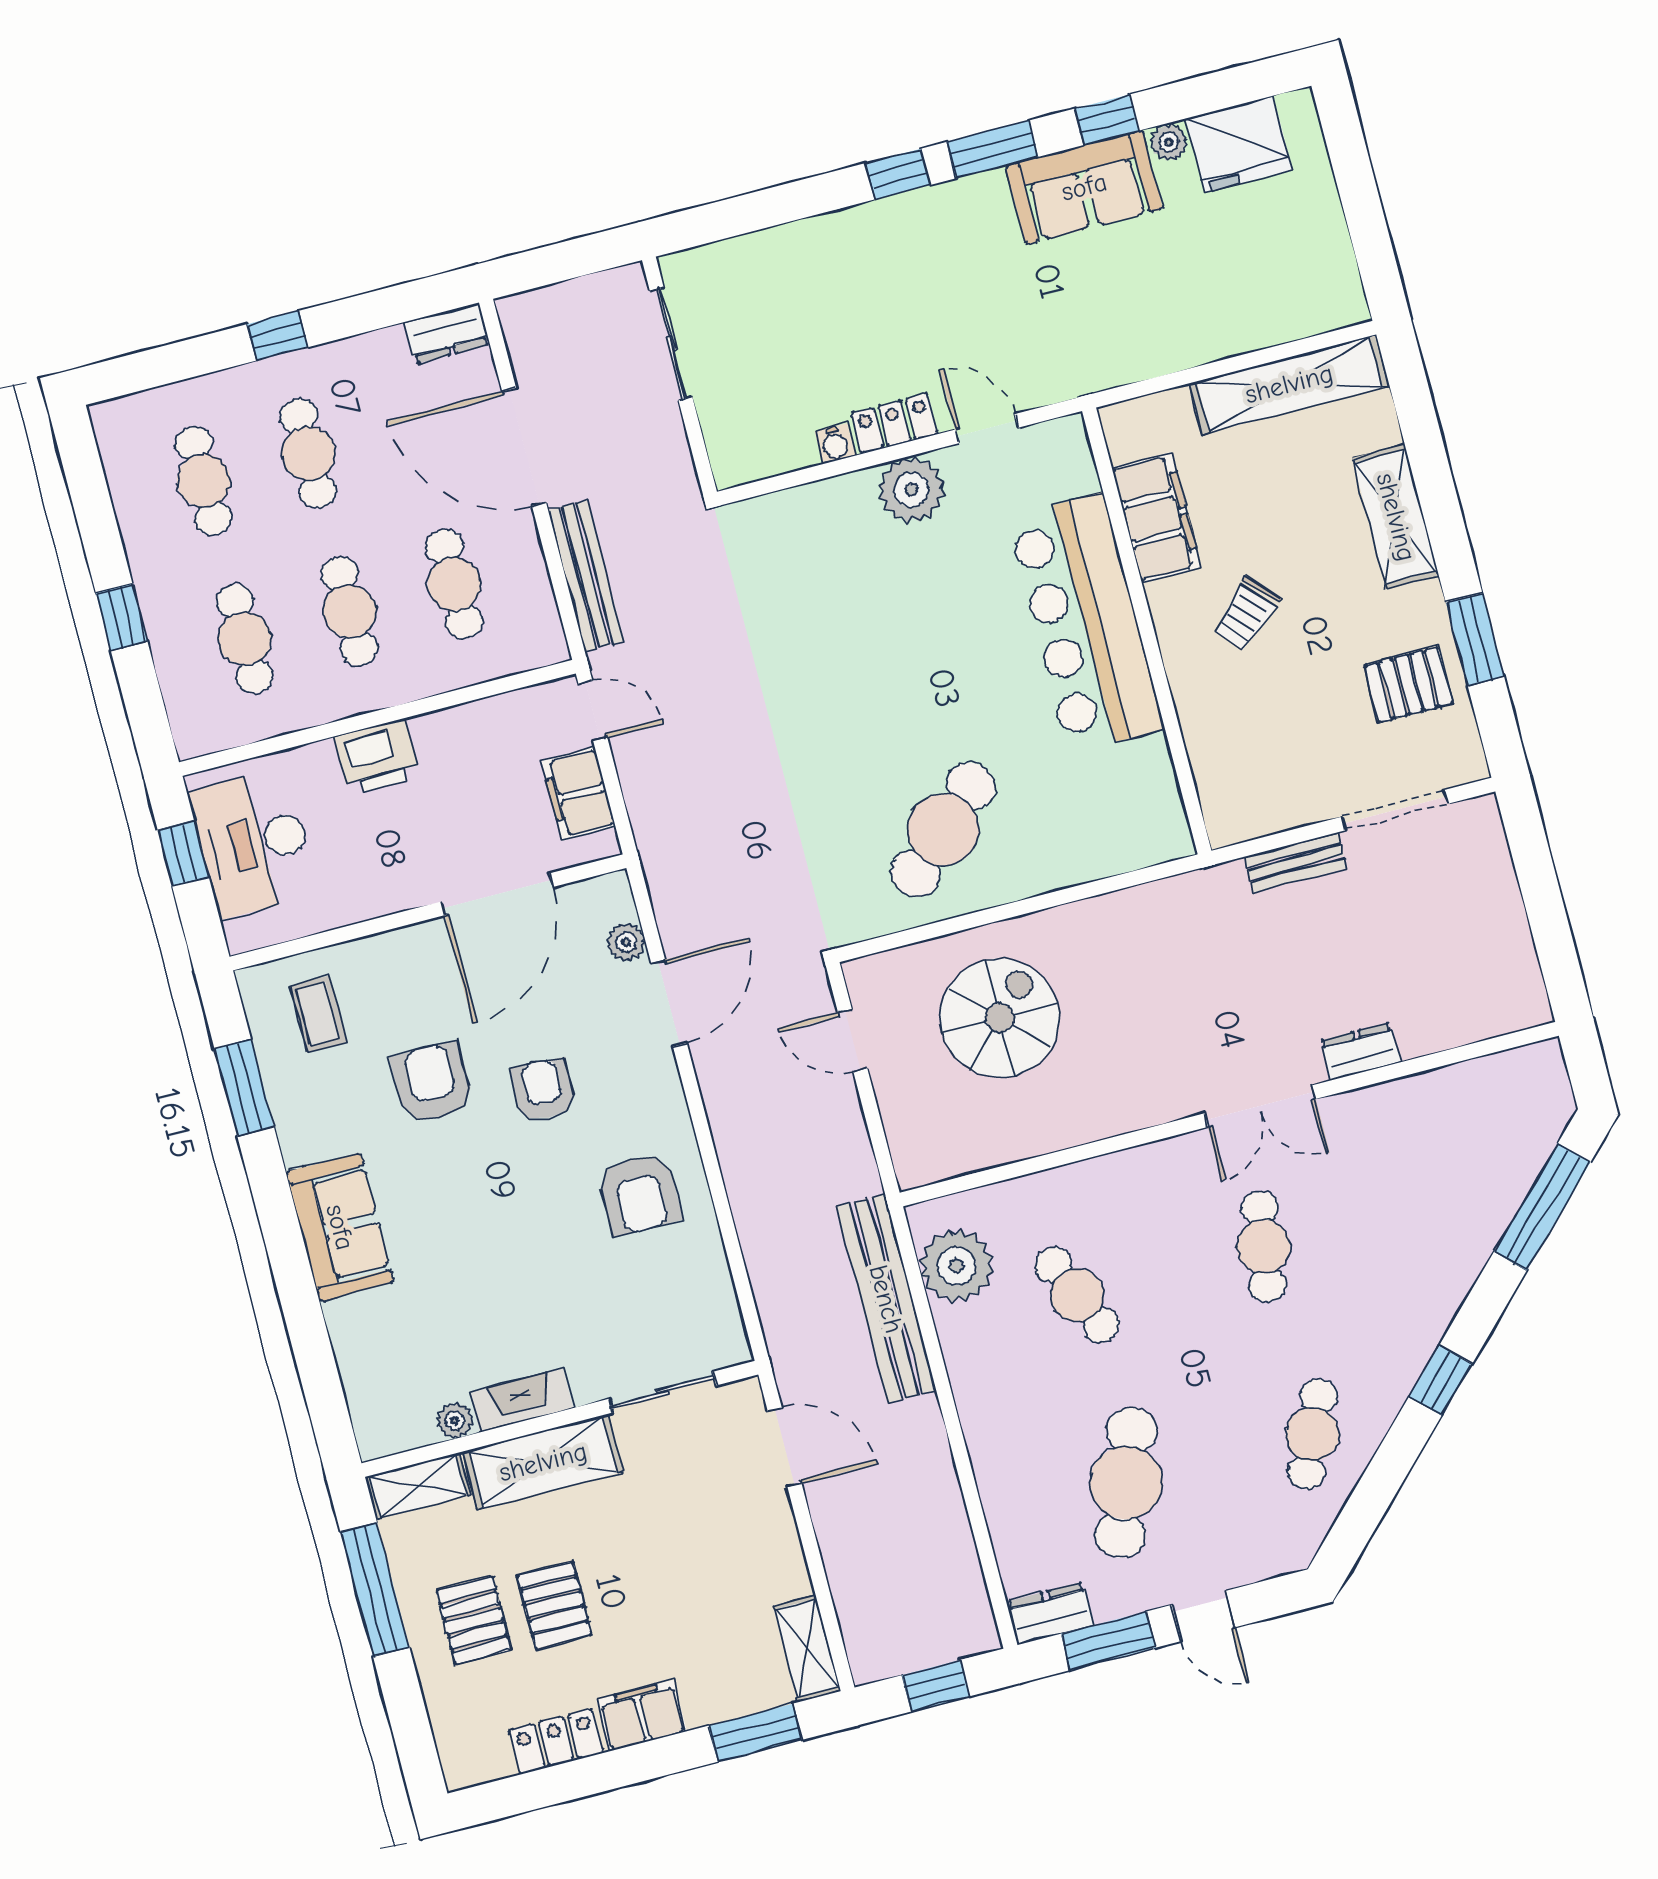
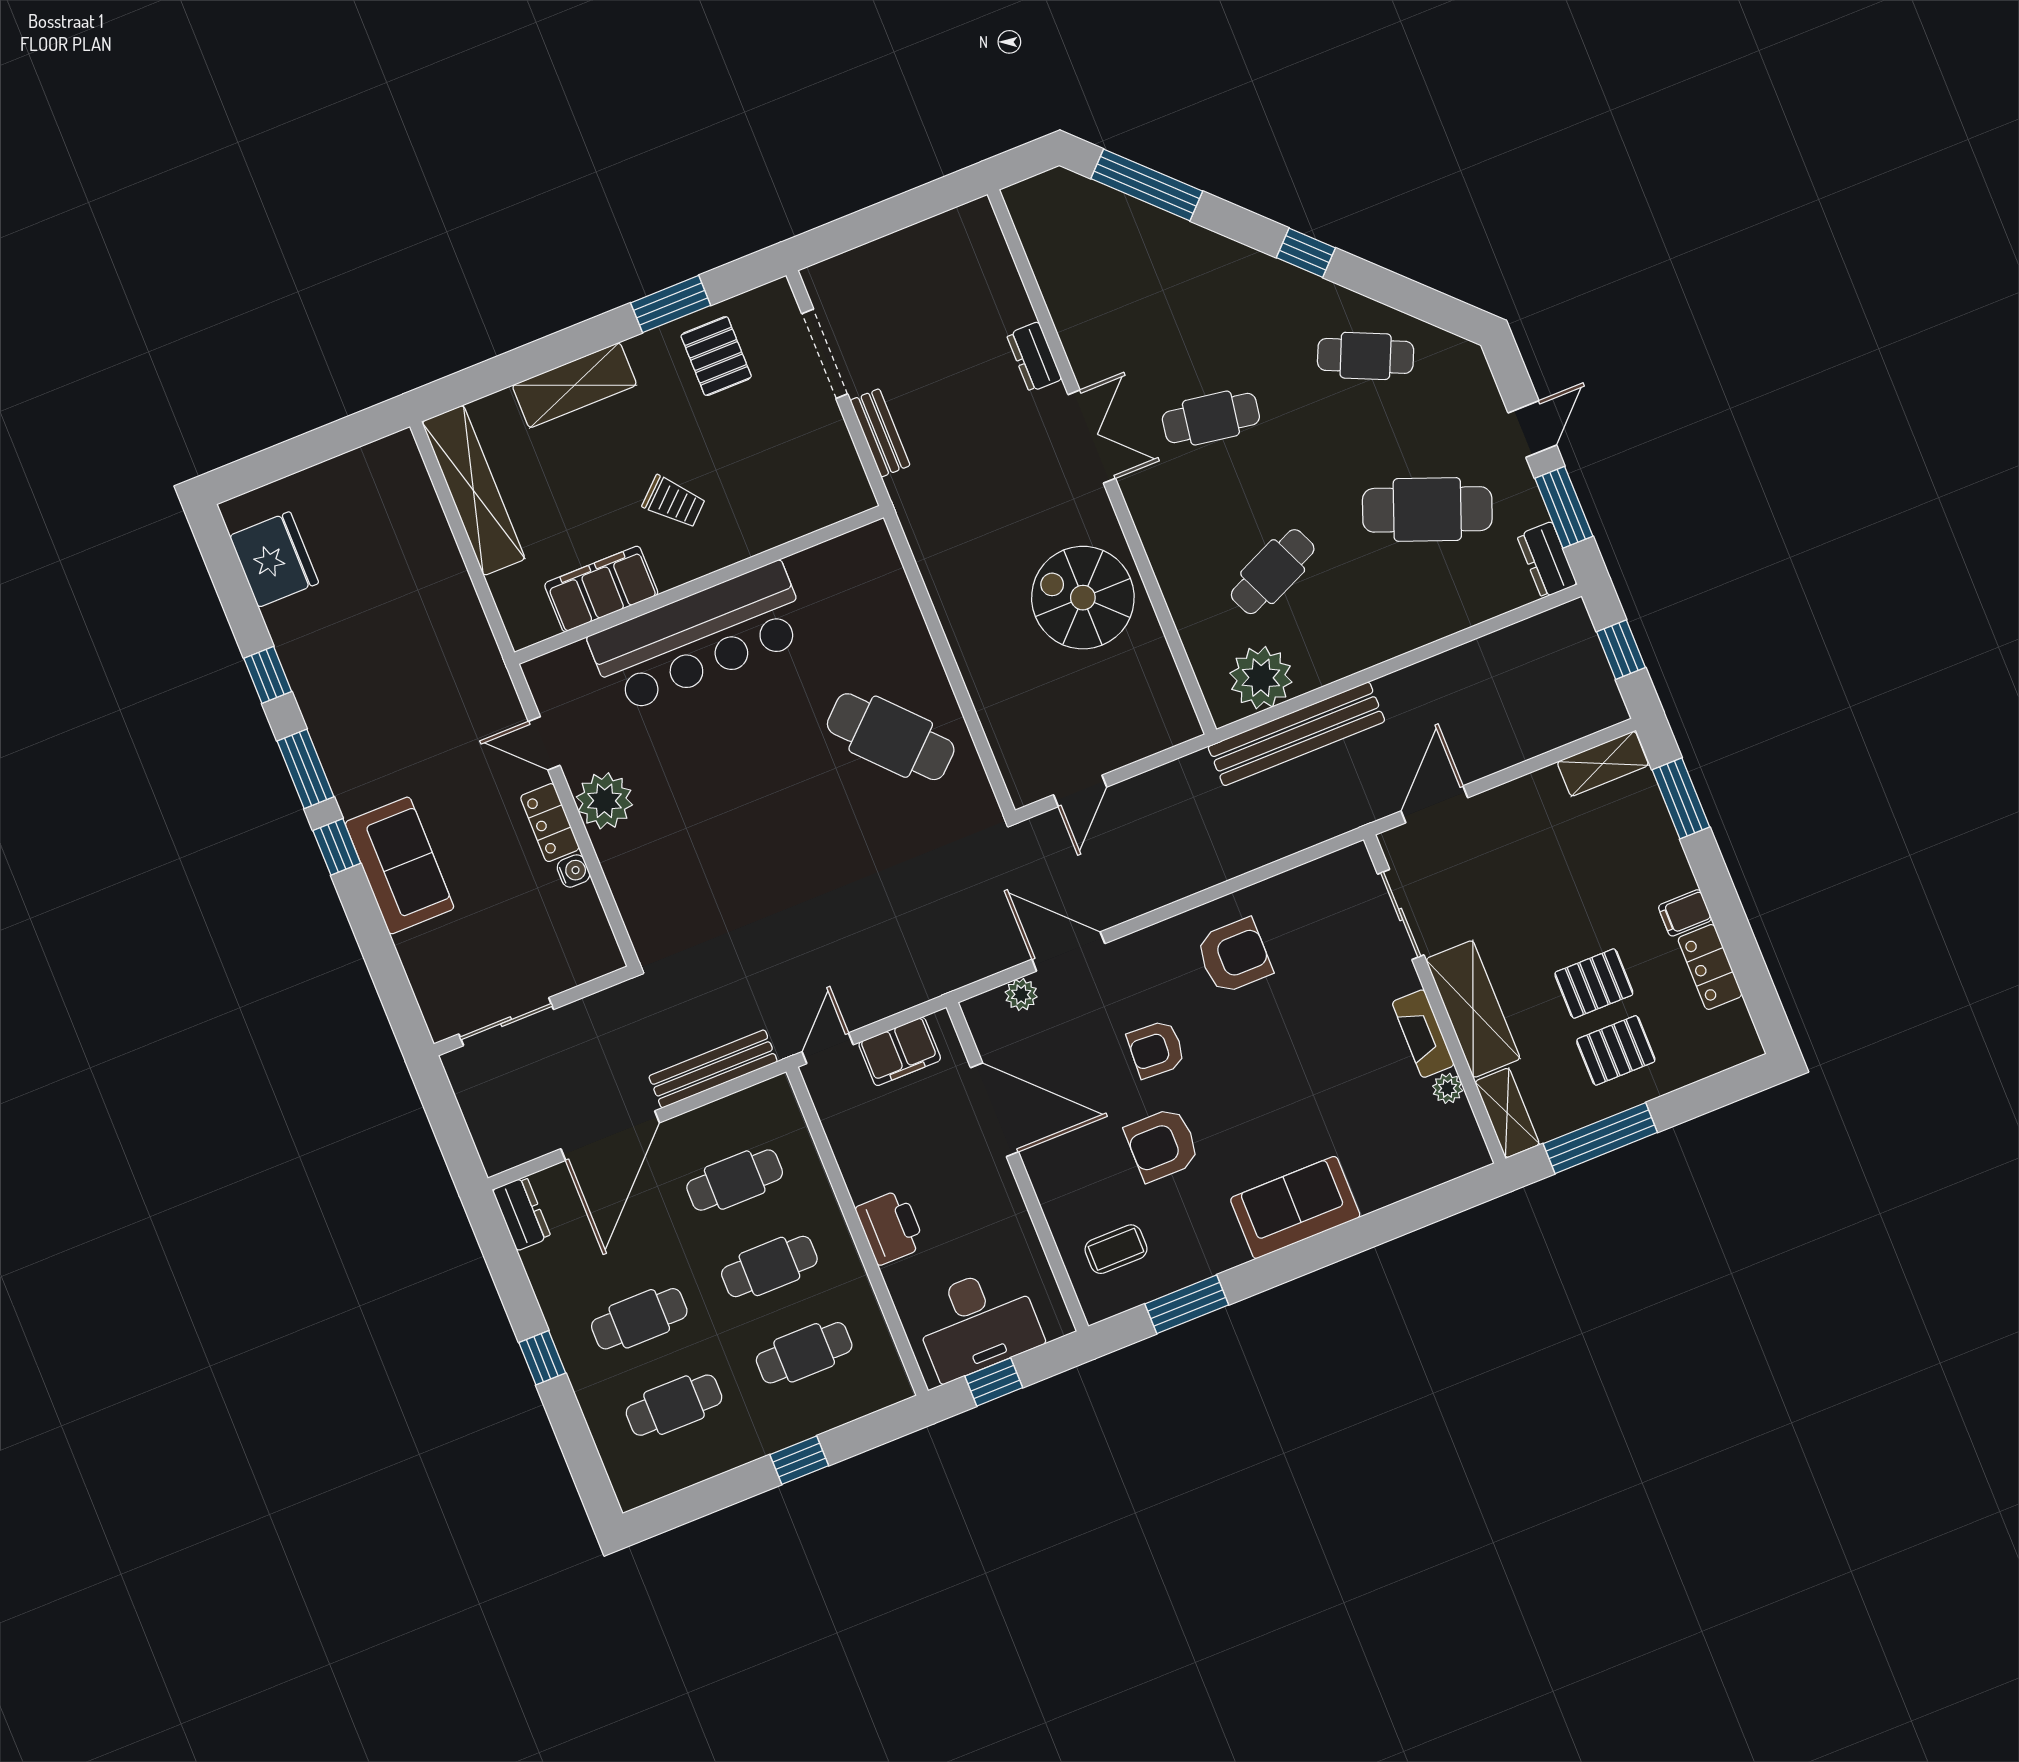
plant: (1169, 142) -> (280, 620), removed
sofa: (1084, 187) -> (400, 865), moved
door: (987, 429) -> (544, 743), hinge flipped
spiral stairs: (1000, 1018) -> (1083, 598), moved
filing cabinet: (642, 1716) -> (1685, 913), width x0.50

